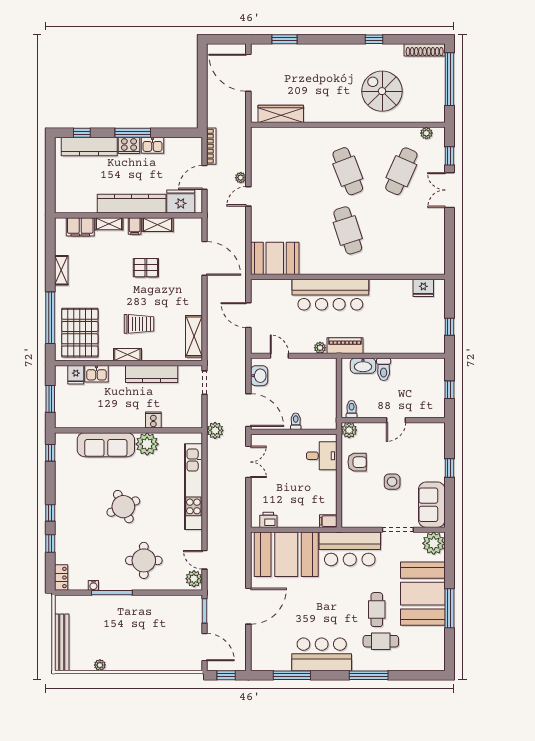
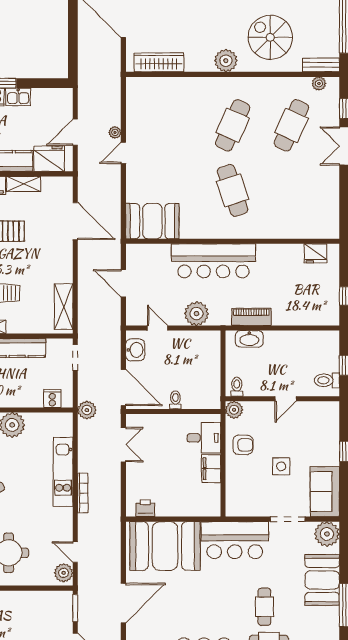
plant: (342, 112) -> (226, 61), added
bench: (428, 116) -> (321, 65), added
bookcase: (211, 146) -> (83, 493), moved
cafe table: (348, 171) -> (233, 125), turned 45
piano: (345, 346) -> (251, 317), moved
plant: (320, 348) -> (197, 314), width x1.87, depth x1.87
toilet: (384, 369) -> (327, 380), moved, turned 90
cooker: (153, 420) -> (52, 399), moved
kitchen unit: (193, 487) -> (63, 472), width x0.73
filing cabinet: (328, 521) -> (211, 469), moved, width x2.00
booth: (423, 594) -> (322, 580), width x0.73, depth x0.70

